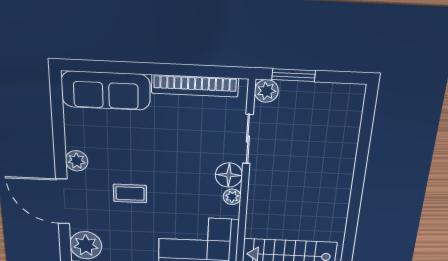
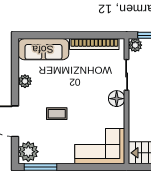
plant: (77, 161) -> (25, 81), moved
plant: (232, 197) -> (119, 113), removed

